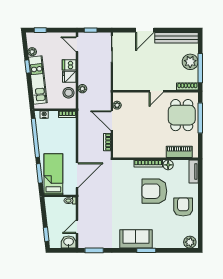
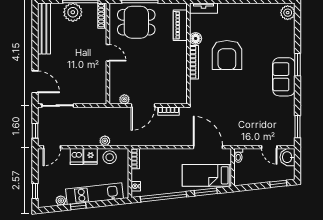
door: (145, 30) -> (35, 82), moved
armchair: (183, 207) -> (246, 21), removed

